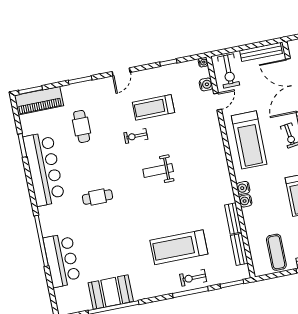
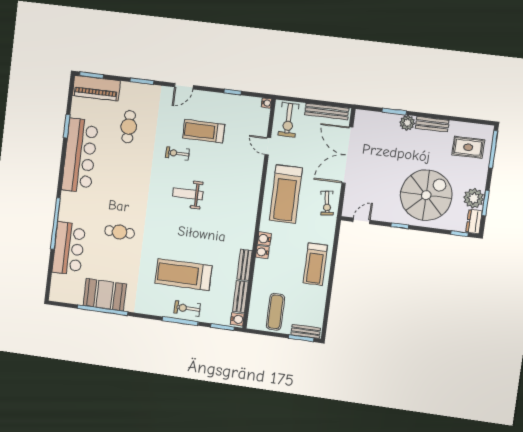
water cooler: (206, 84) -> (237, 319), moved
door: (218, 102) -> (268, 146), swing flipped
cafe table: (98, 197) -> (120, 232), moved

